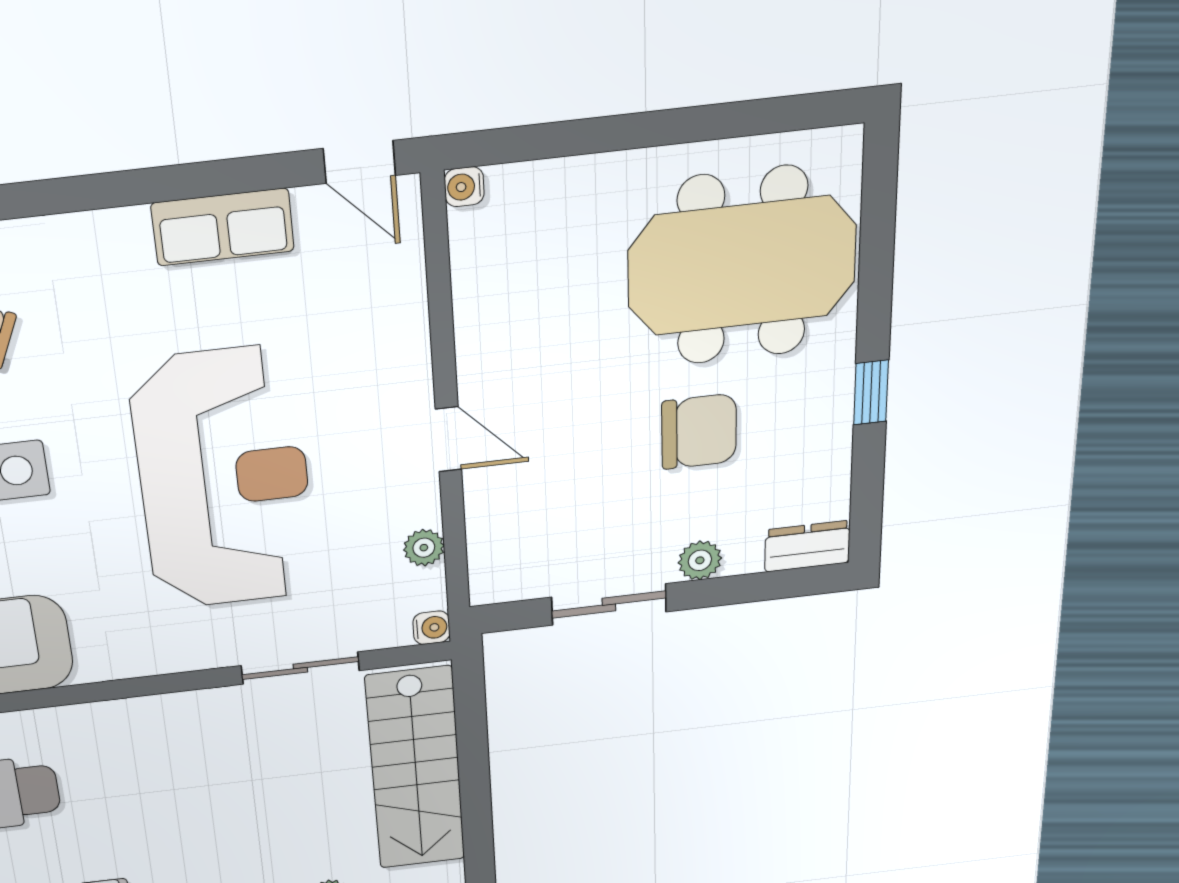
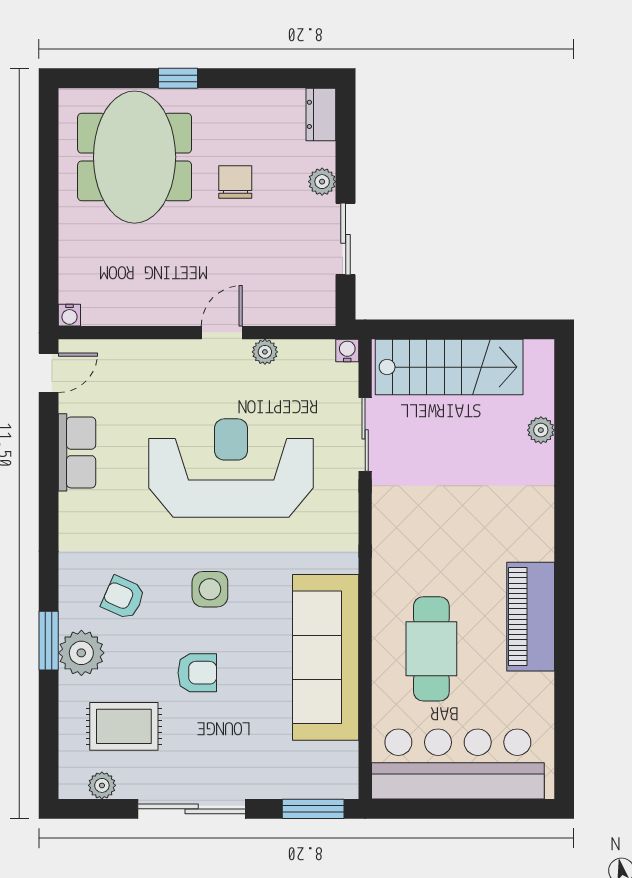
window: (871, 392) -> (178, 78), moved
chair: (699, 431) -> (235, 182), width x0.73, depth x0.73
plant: (424, 548) -> (265, 352), moved

